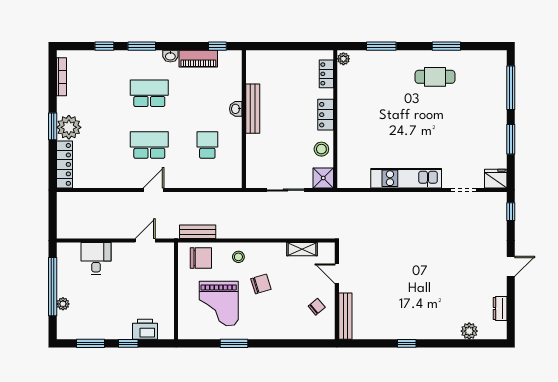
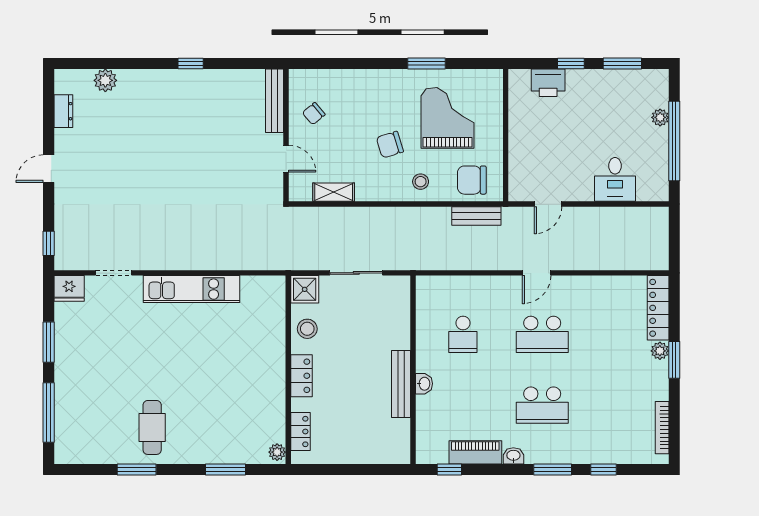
cafe table: (435, 77) -> (152, 427), turned 90
plant: (69, 127) -> (660, 351), width x0.53, depth x0.53

